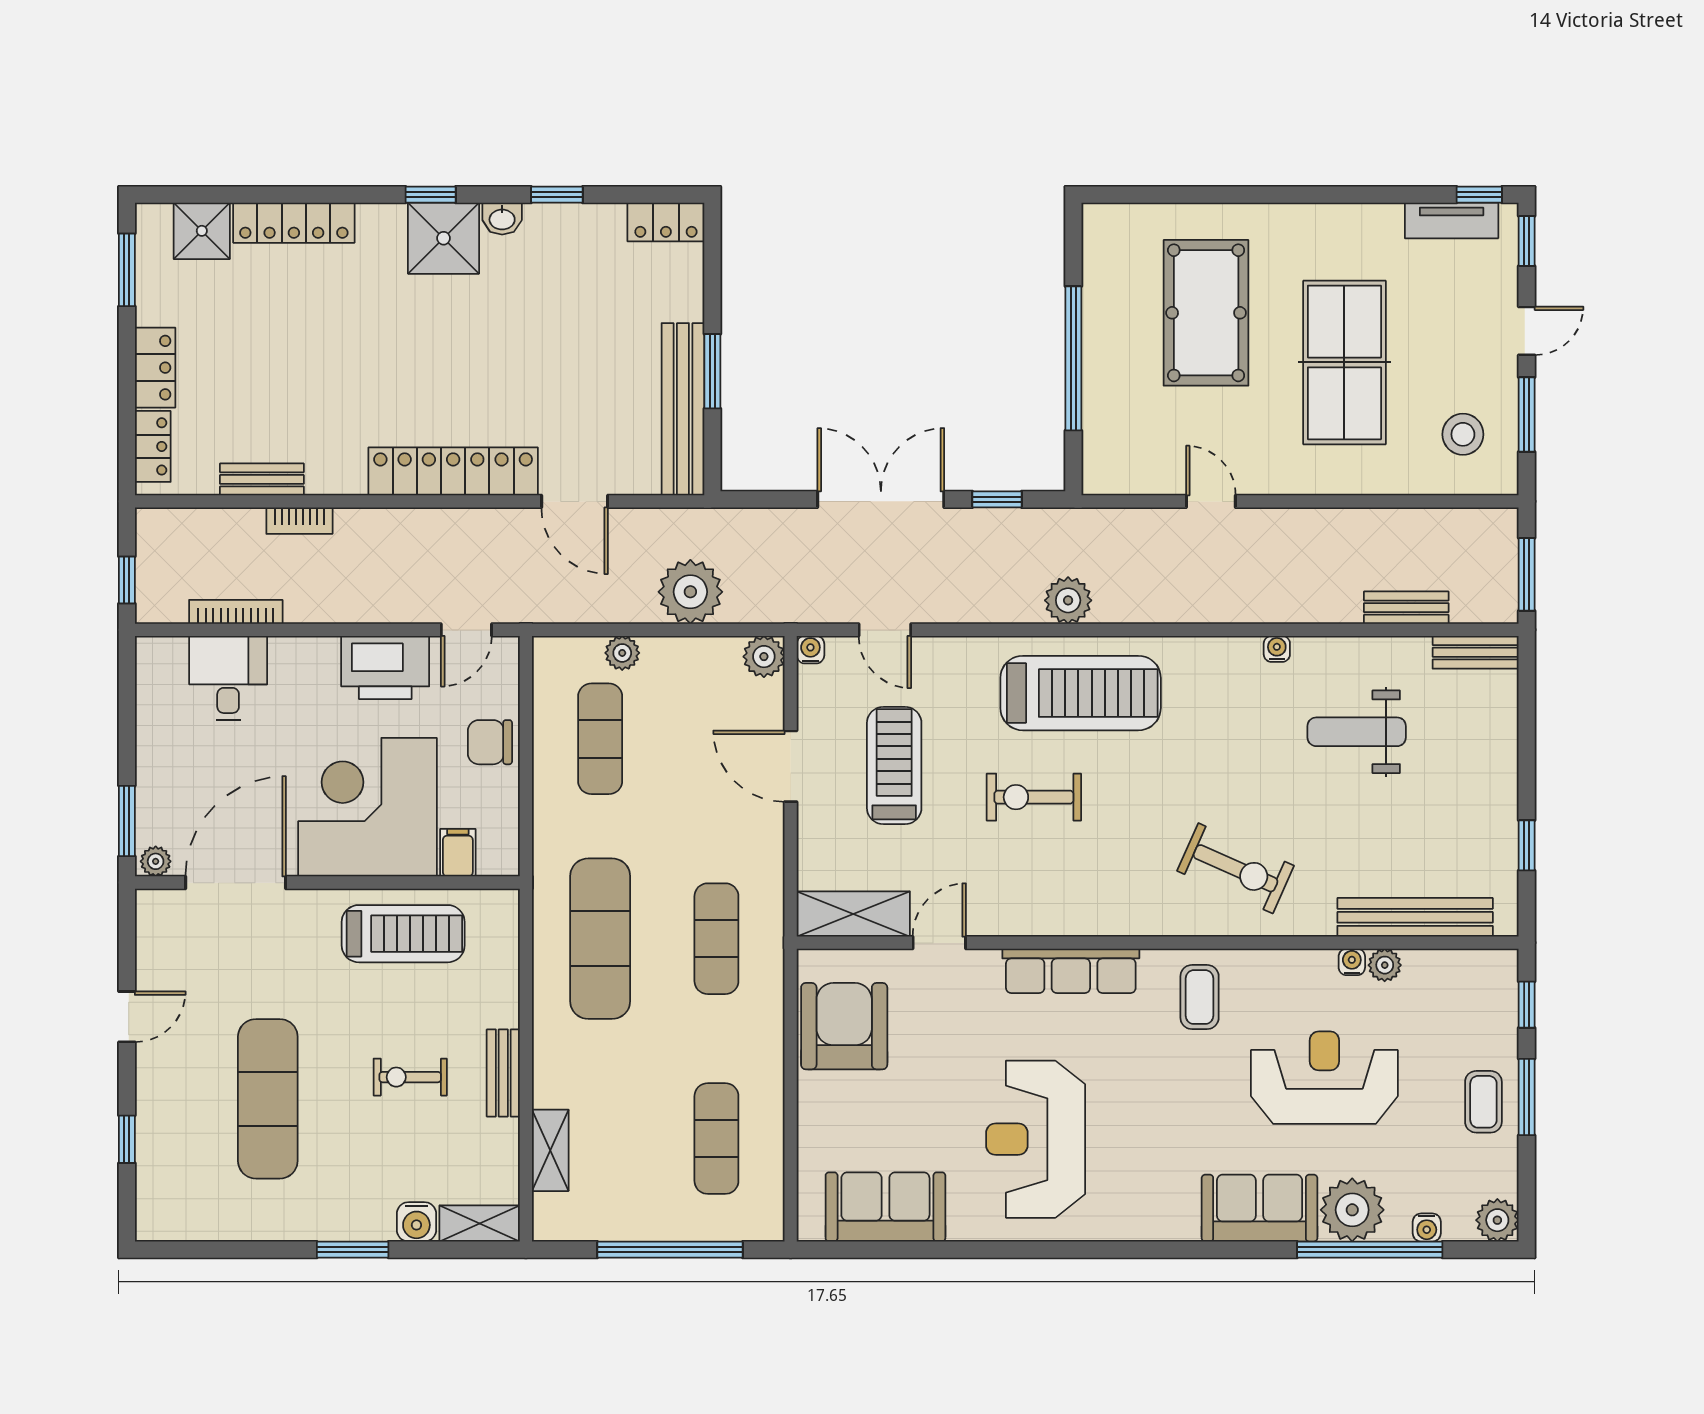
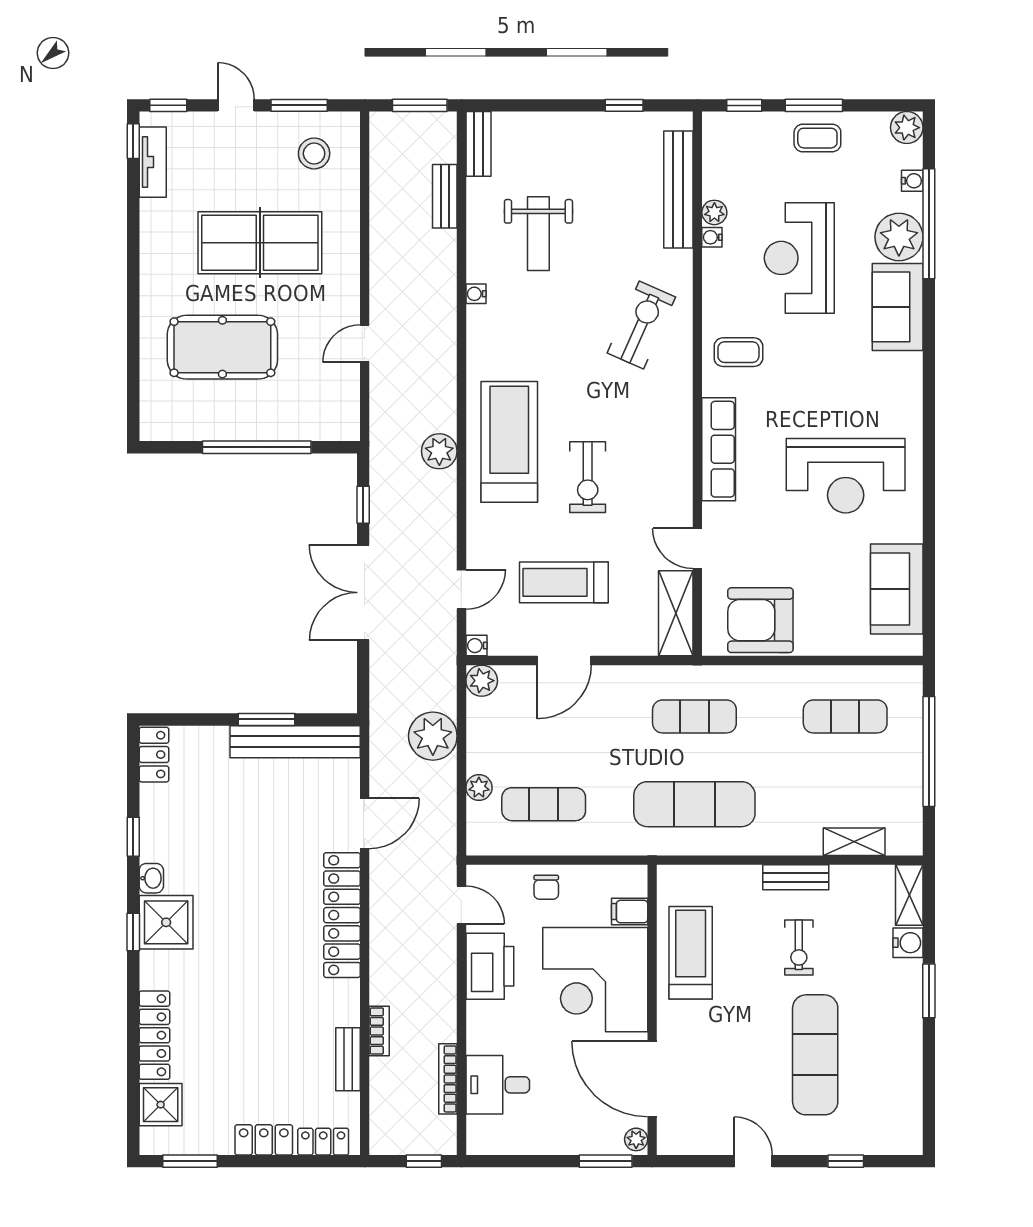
chair: (490, 742) -> (546, 887), width x0.73, depth x0.73
exercise mat: (268, 1099) -> (815, 1055), turned 90

